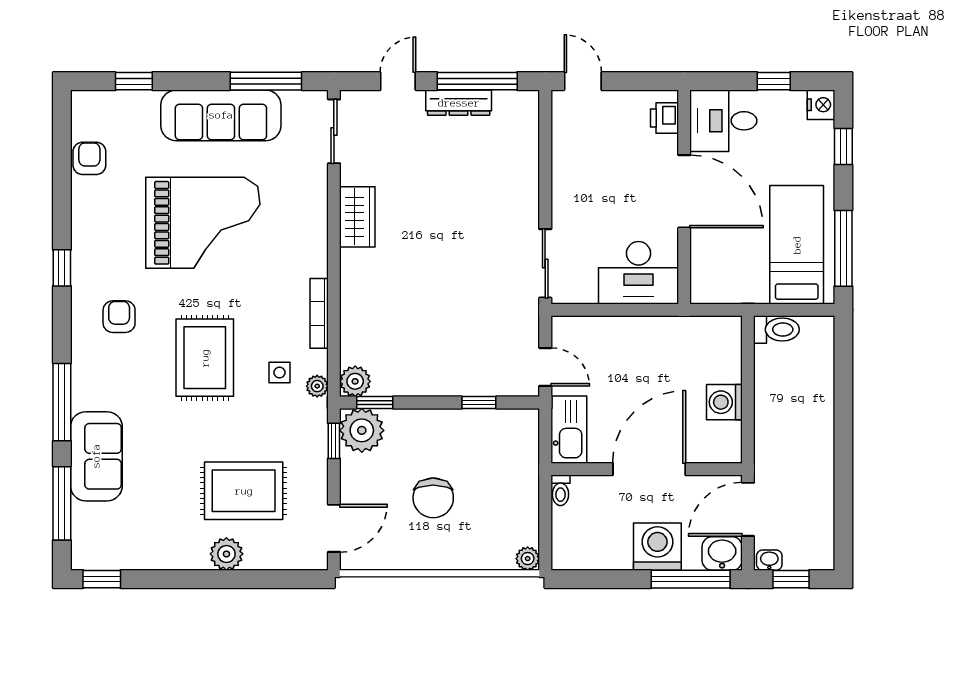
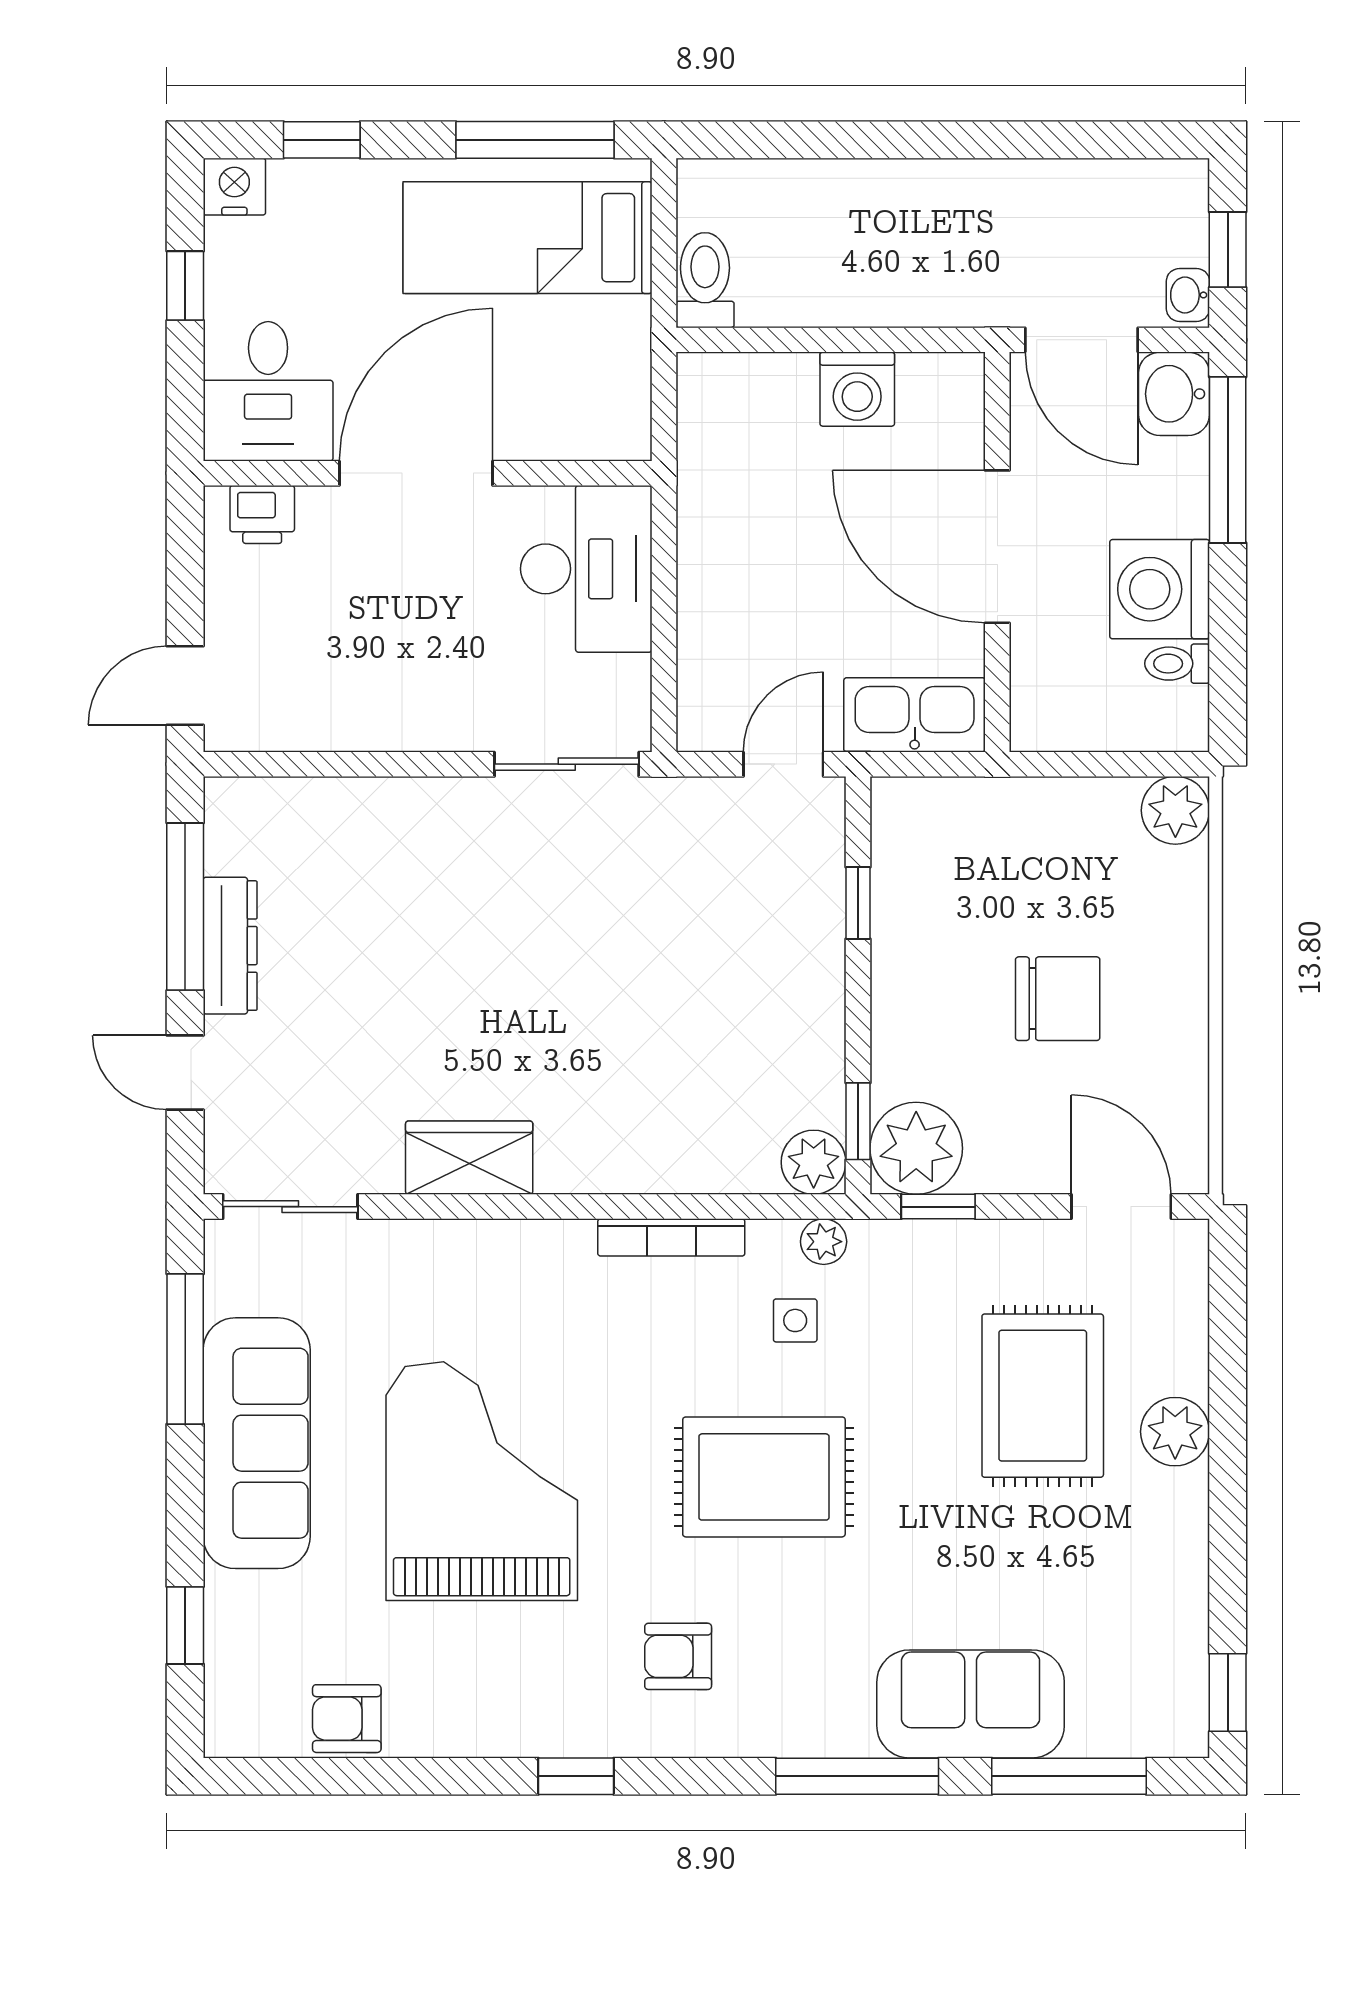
toilet: (560, 490) -> (1177, 664), moved, turned 180
washing machine: (657, 547) -> (1160, 589), moved
plant: (528, 559) -> (1175, 810), width x1.38, depth x1.38

